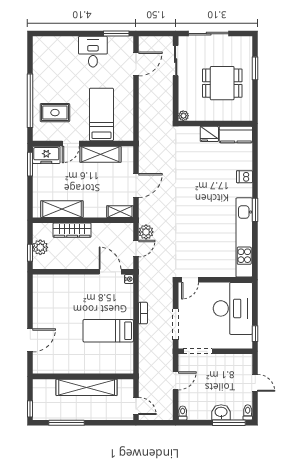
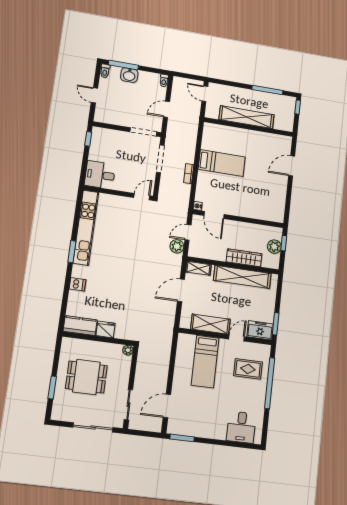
desk: (93, 52) -> (241, 427), moved
shelving: (62, 209) -> (242, 277), width x1.47
desk: (233, 308) -> (100, 175), width x0.53, depth x0.77

